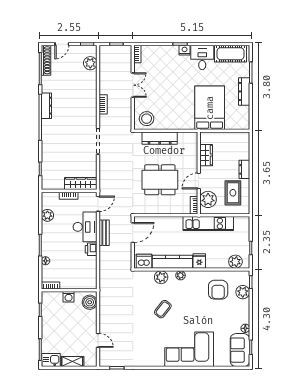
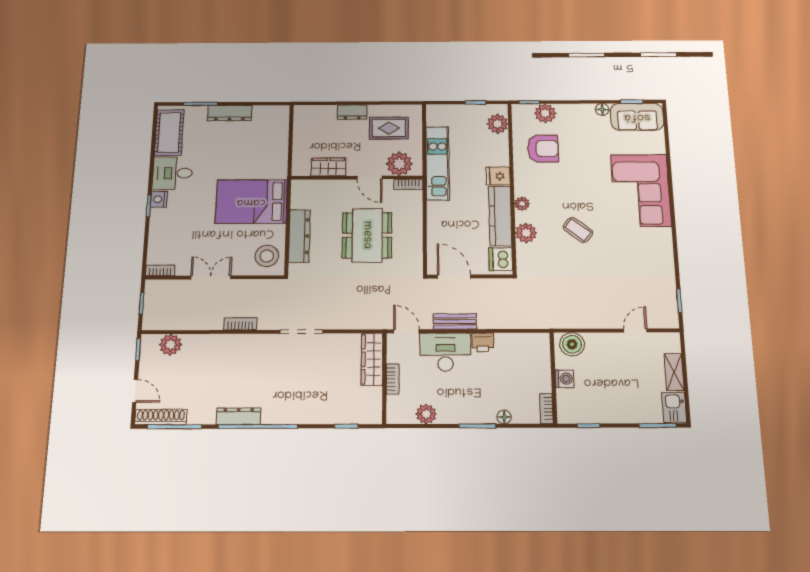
bed: (210, 108) -> (251, 202), moved

